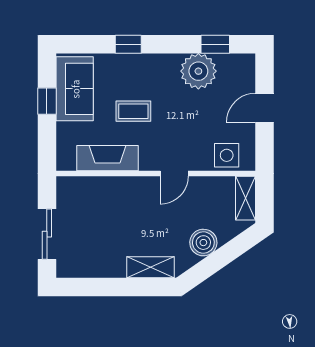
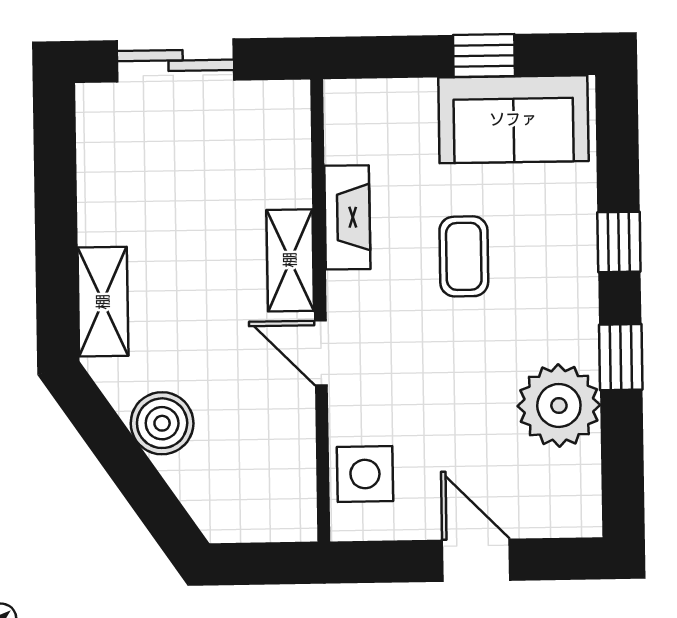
window: (215, 44) -> (621, 357), moved
fireplace: (108, 158) -> (347, 217), width x0.73, depth x0.76
shelving: (246, 198) -> (290, 260), moved, turned 90

